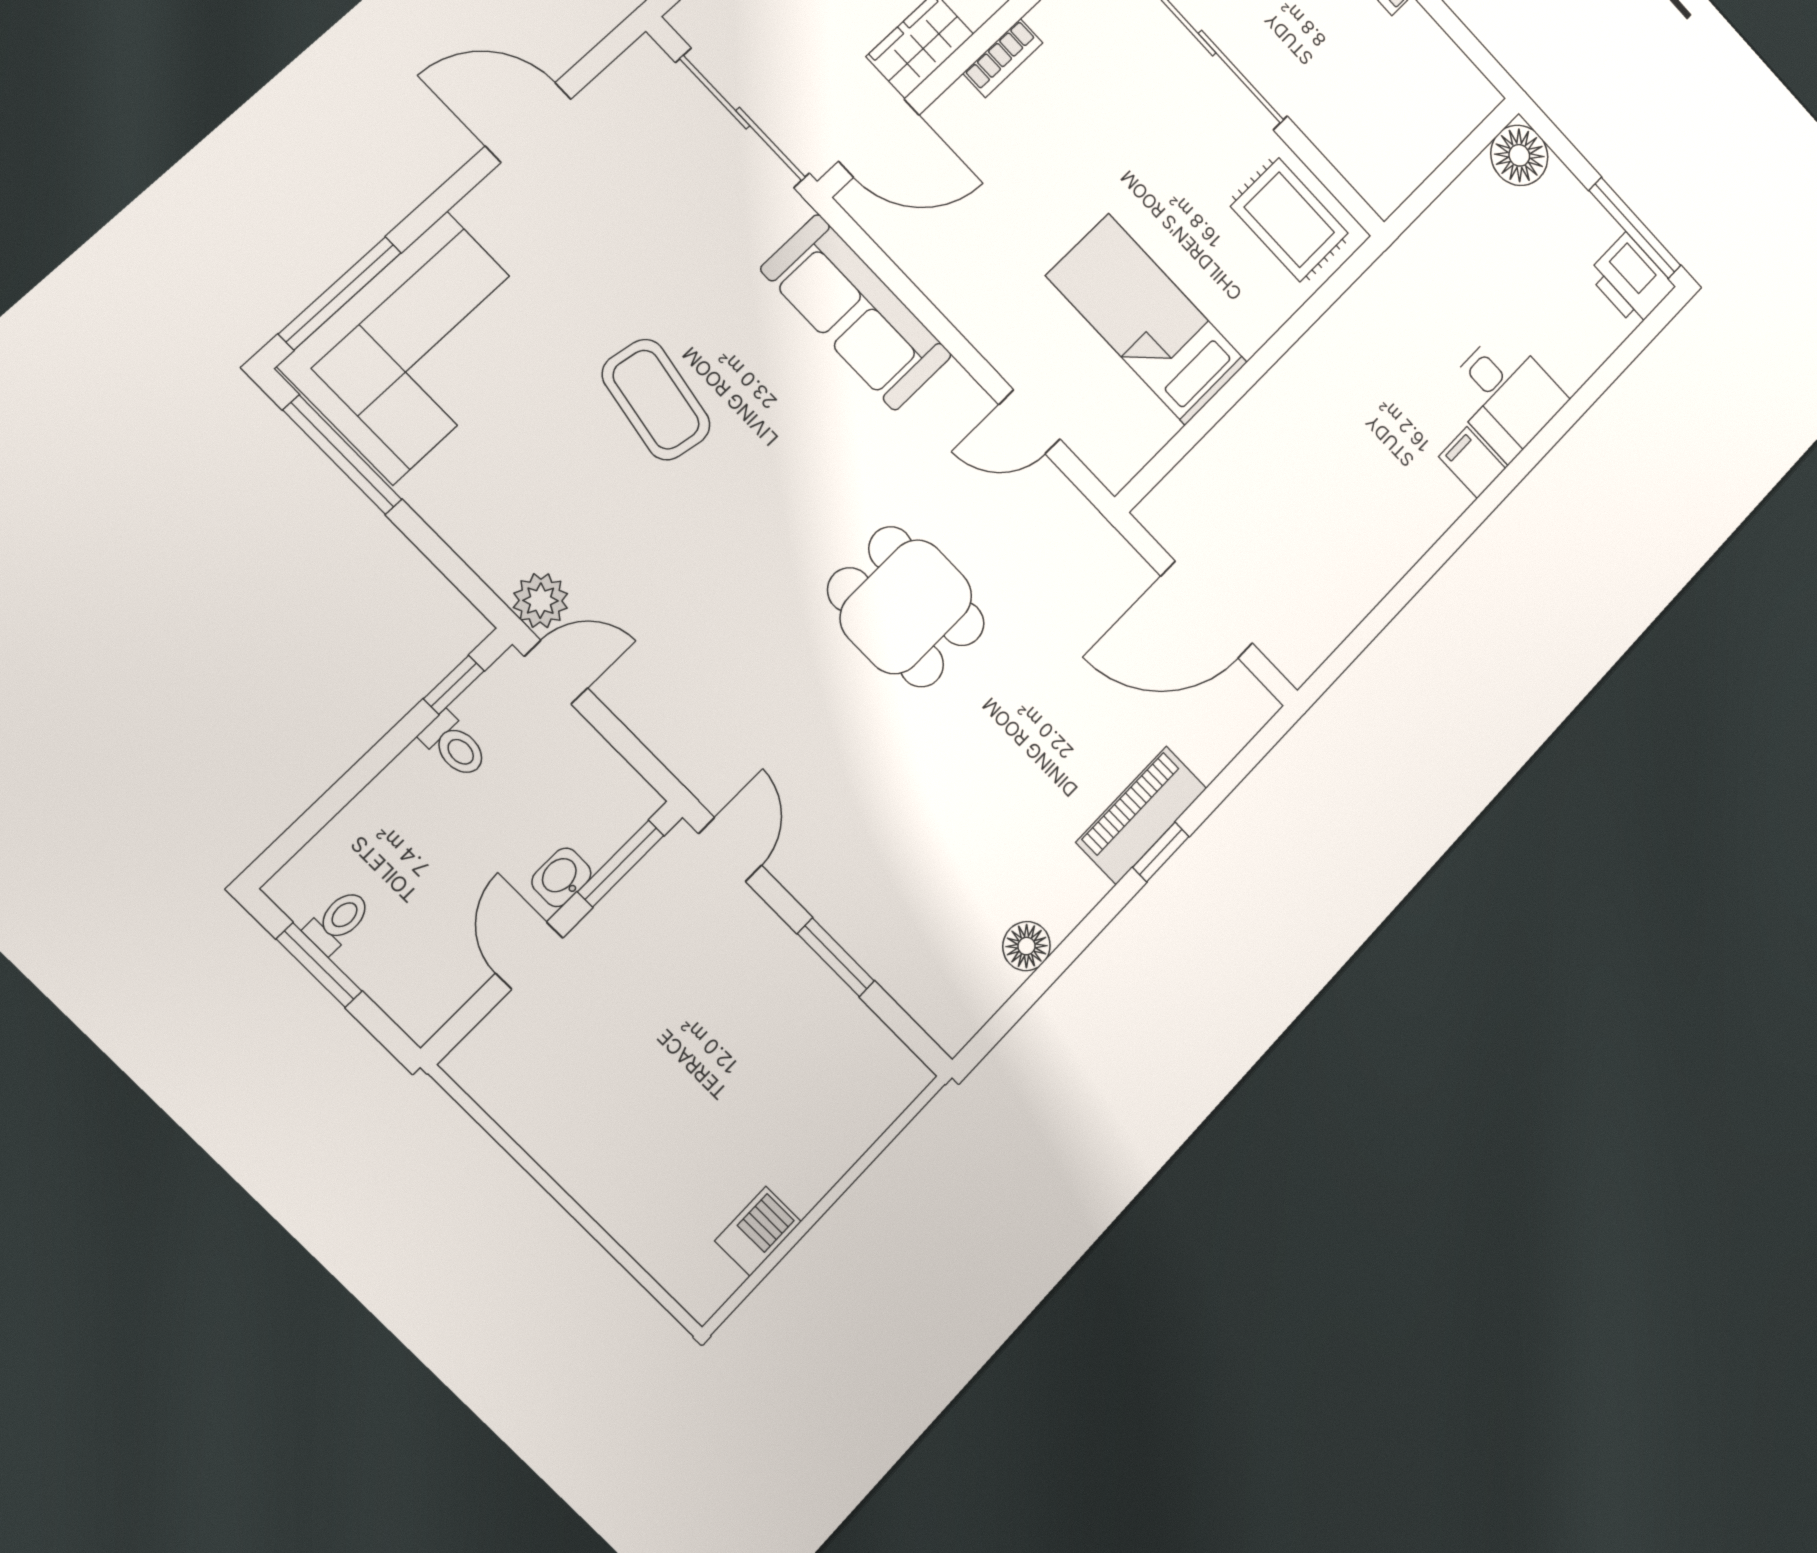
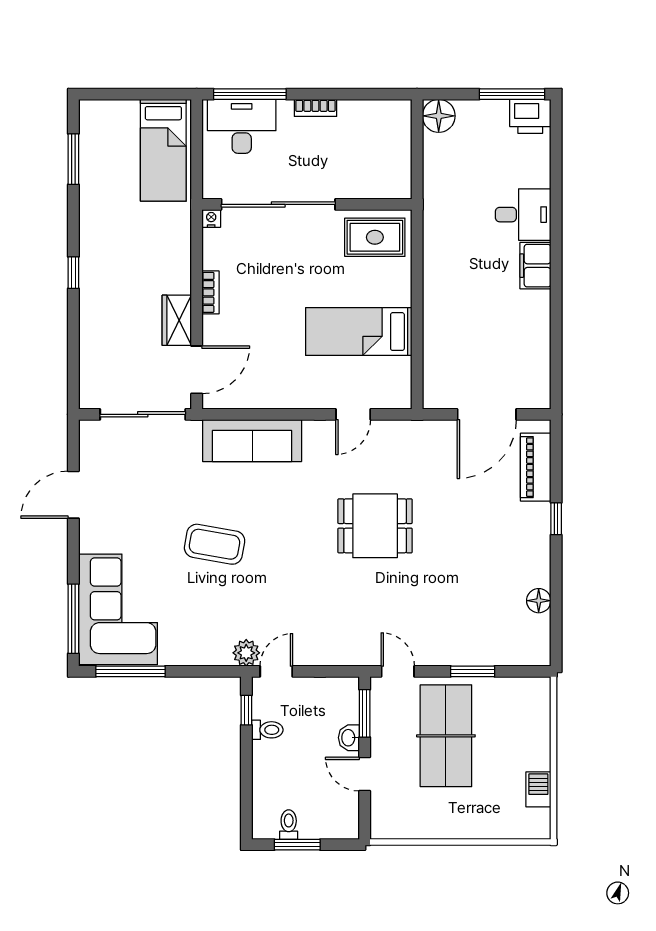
filing cabinet: (1472, 463) -> (535, 266), width x2.00
piano: (1141, 815) -> (536, 467), moved
table tennis table: (705, 1016) -> (446, 736), added

